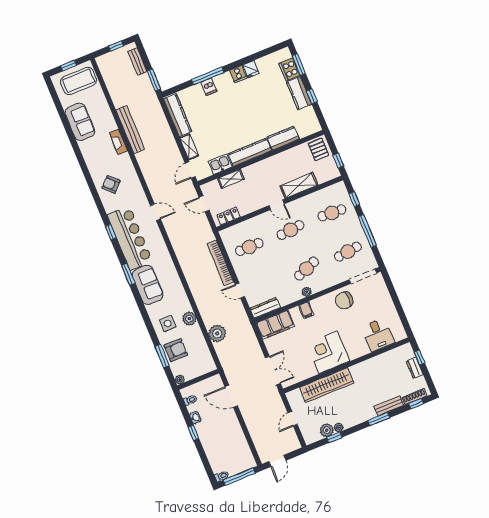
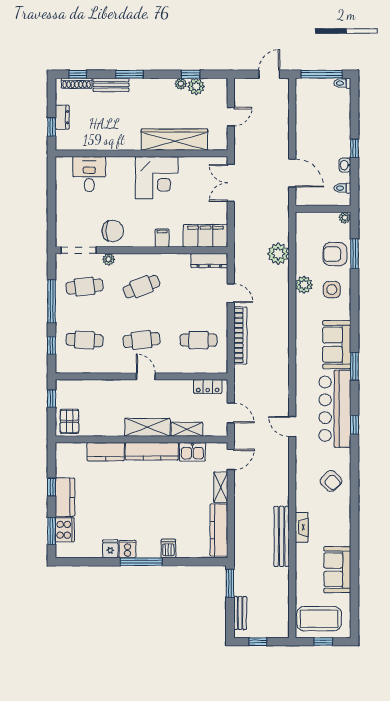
window: (208, 76) -> (141, 562), moved
shelving: (299, 185) -> (147, 427), moved
plant: (307, 292) -> (109, 259), moved

